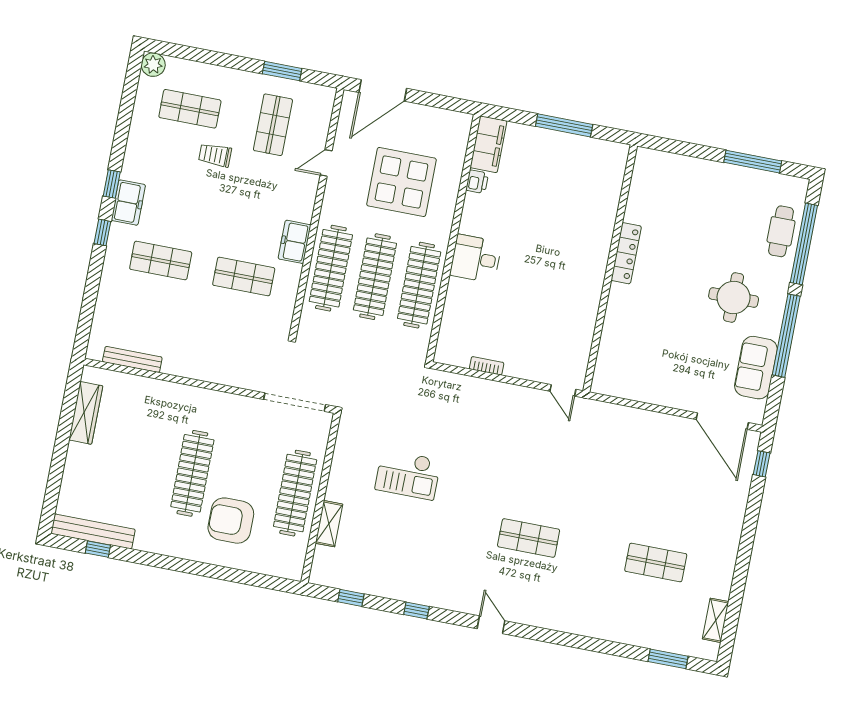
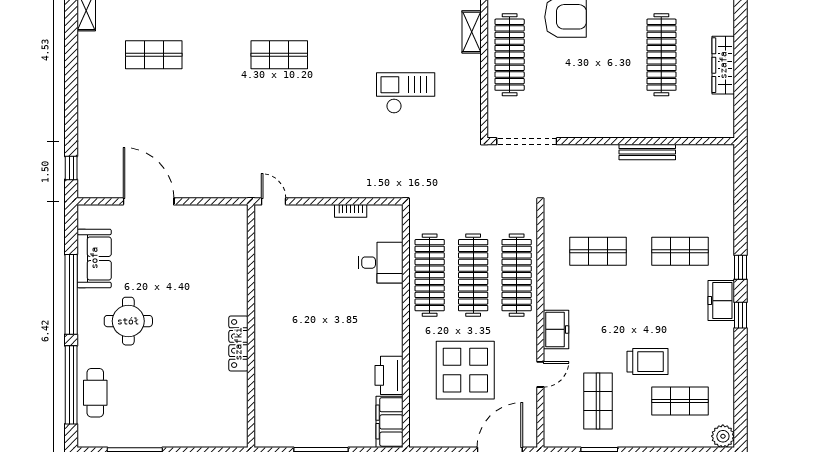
trolley: (215, 155) -> (648, 362), width x1.36, depth x1.39
printer: (477, 182) -> (389, 375), width x1.87, depth x1.48
freezer: (295, 242) -> (556, 329), moved
desk: (476, 259) -> (381, 263), moved
bench: (132, 359) -> (647, 152), moved
wardrobe: (86, 413) -> (723, 65), moved
door: (722, 421) -> (149, 201), moved
clothes rail: (192, 473) -> (661, 55), moved

